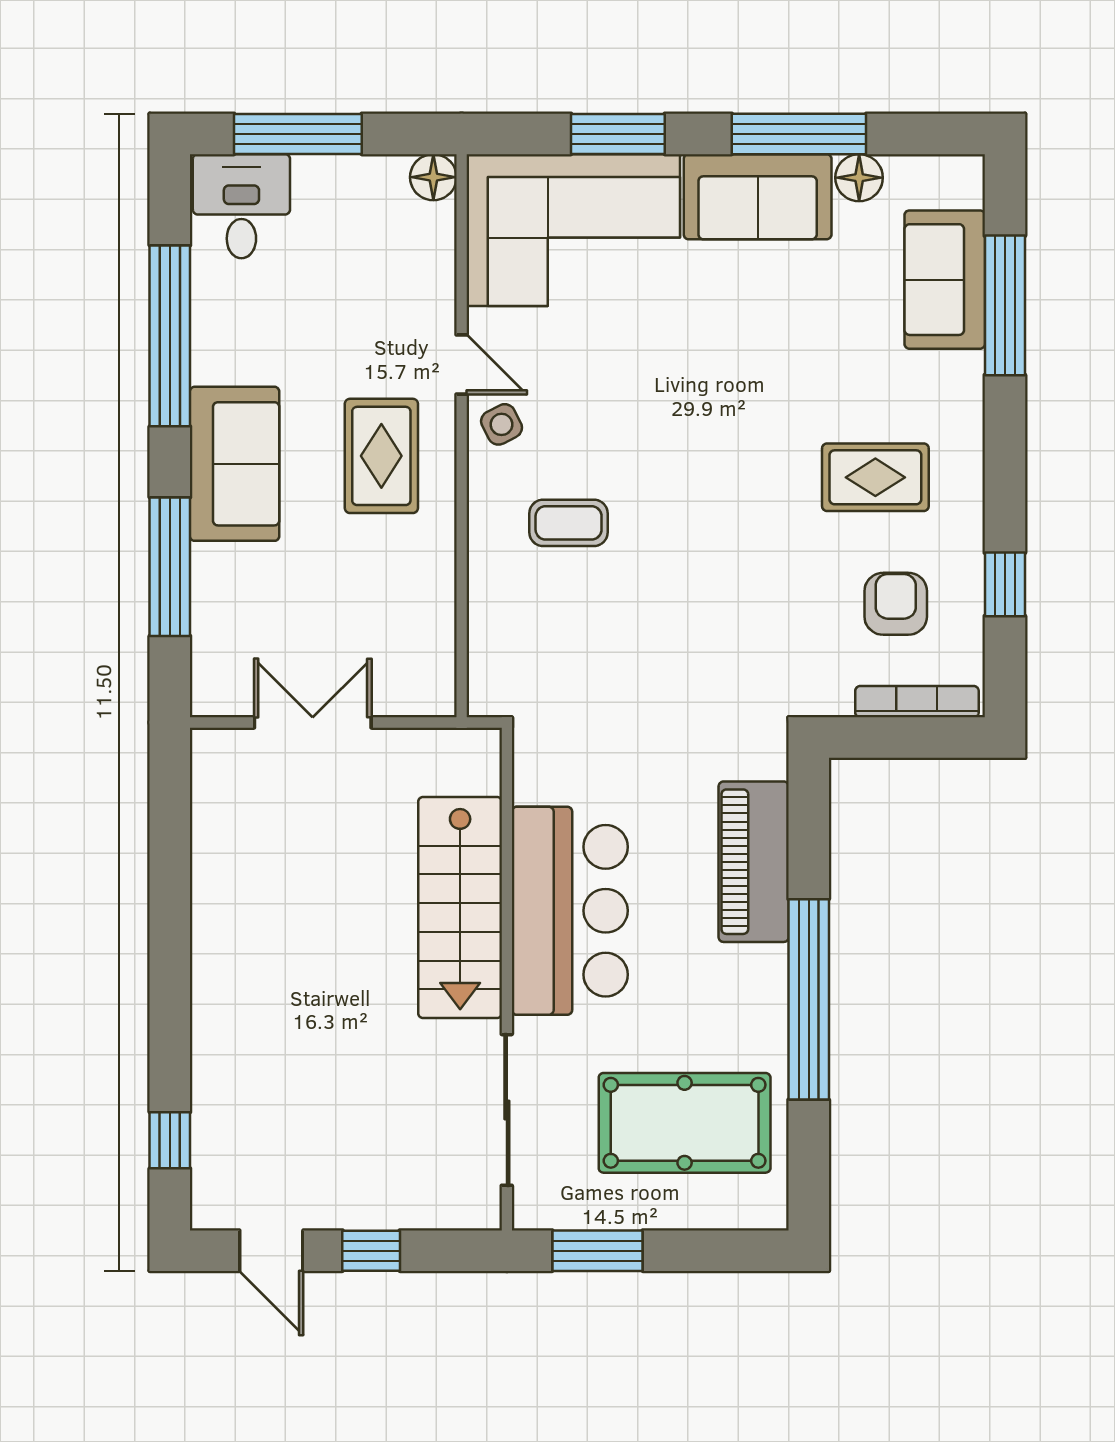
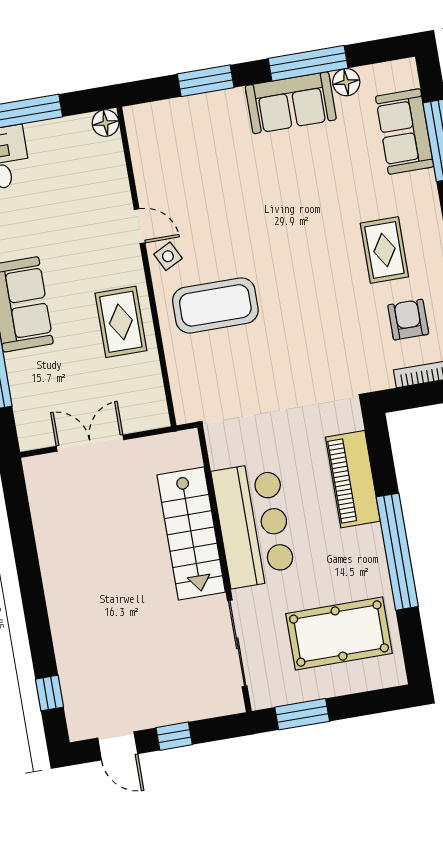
corner sofa: (573, 230) -> (190, 139), removed
rug: (381, 456) -> (121, 322), moved
rug: (875, 477) -> (384, 250), turned 90
coffee table: (569, 523) -> (215, 305), width x1.86, depth x1.72

